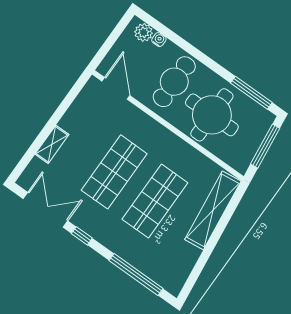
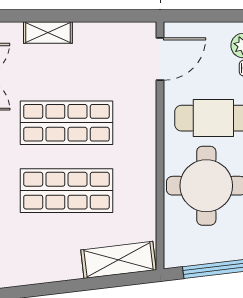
shelving: (213, 210) -> (118, 260), width x0.68

